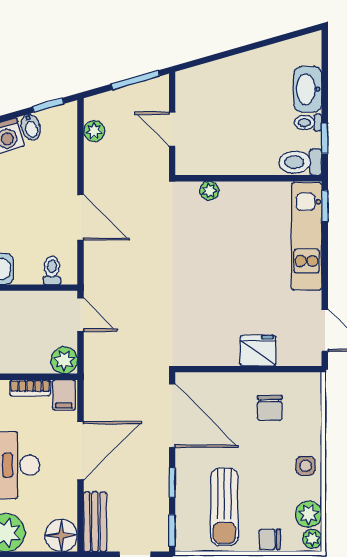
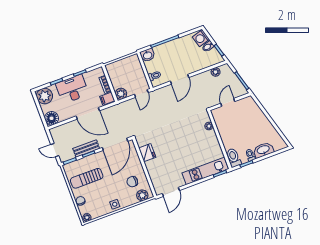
fridge: (258, 351) -> (147, 153), moved
plant: (309, 514) -> (142, 195), moved
bench: (95, 522) -> (86, 149), moved

